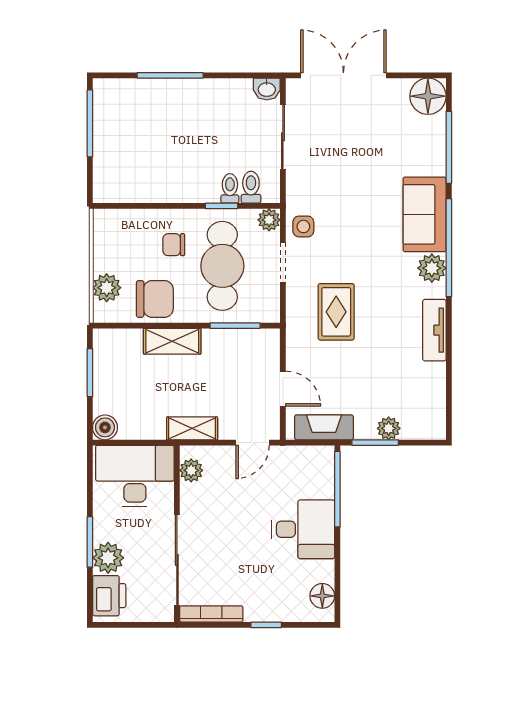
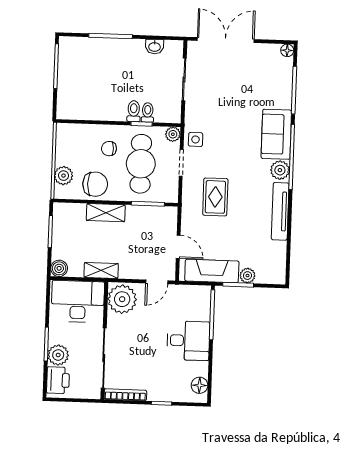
washbasin: (267, 89) -> (155, 47), moved
floor lamp: (428, 96) -> (287, 50), width x0.53, depth x0.53
toilet: (251, 187) -> (134, 111), moved
tv unit: (434, 330) -> (280, 211), width x1.41
fireplace: (324, 427) -> (212, 271), width x1.37, depth x1.32
shelving: (192, 428) -> (101, 270), moved
plant: (191, 470) -> (122, 299), width x1.87, depth x1.87

